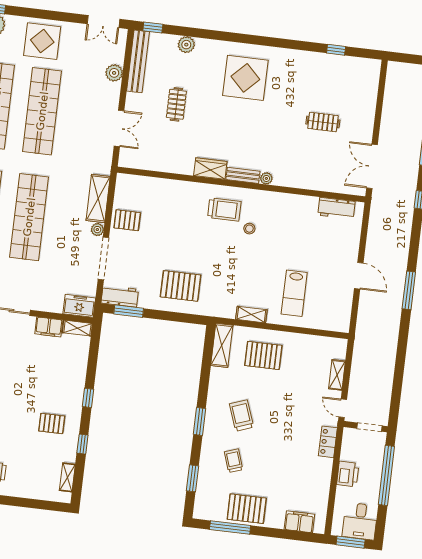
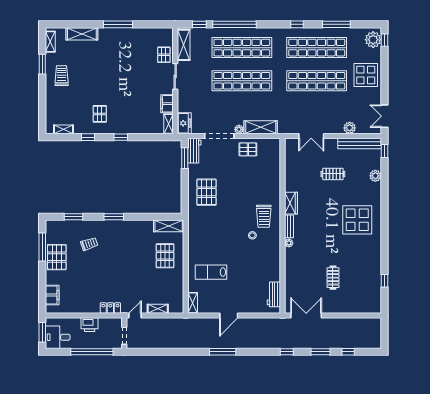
pallet: (127, 220) -> (248, 149), turned 90
shelving: (251, 315) -> (193, 303), moved
trolley: (241, 415) -> (121, 246), removed

